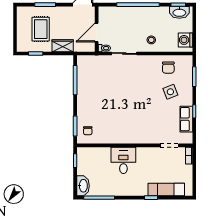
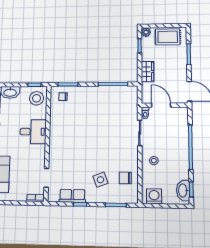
rug: (41, 29) -> (168, 37), moved
plant: (22, 47) -> (146, 32), added
stool: (89, 158) -> (37, 98), added

